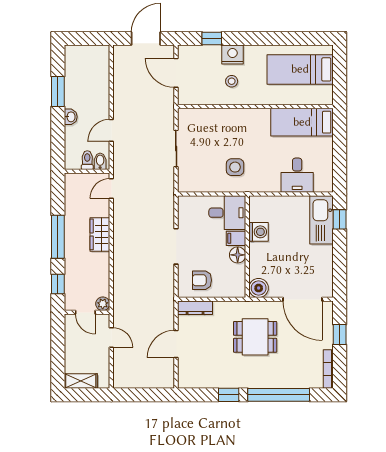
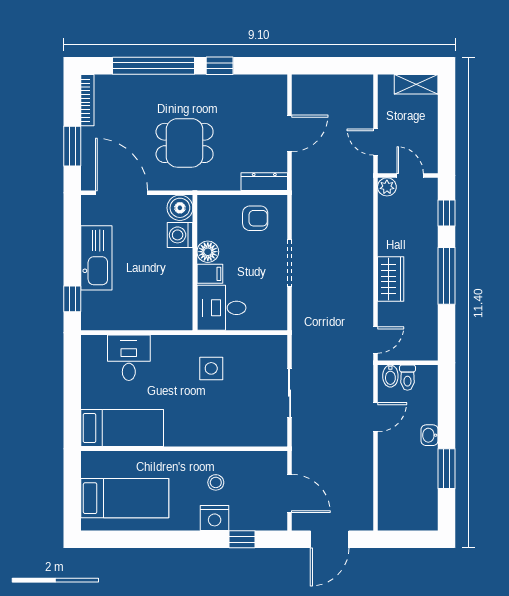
kitchen sink: (322, 220) -> (96, 258), moved
washing machine: (258, 232) -> (180, 235), moved
window: (340, 334) -> (72, 146), width x1.50

